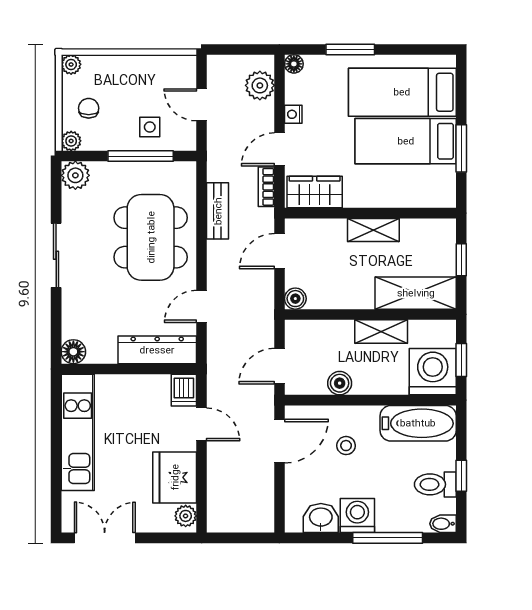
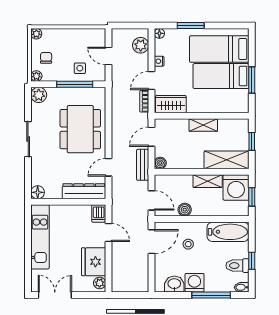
bench: (218, 211) -> (143, 165), moved
door: (279, 366) -> (151, 200), swing flipped
washing machine: (433, 372) -> (236, 187), moved, turned 180

